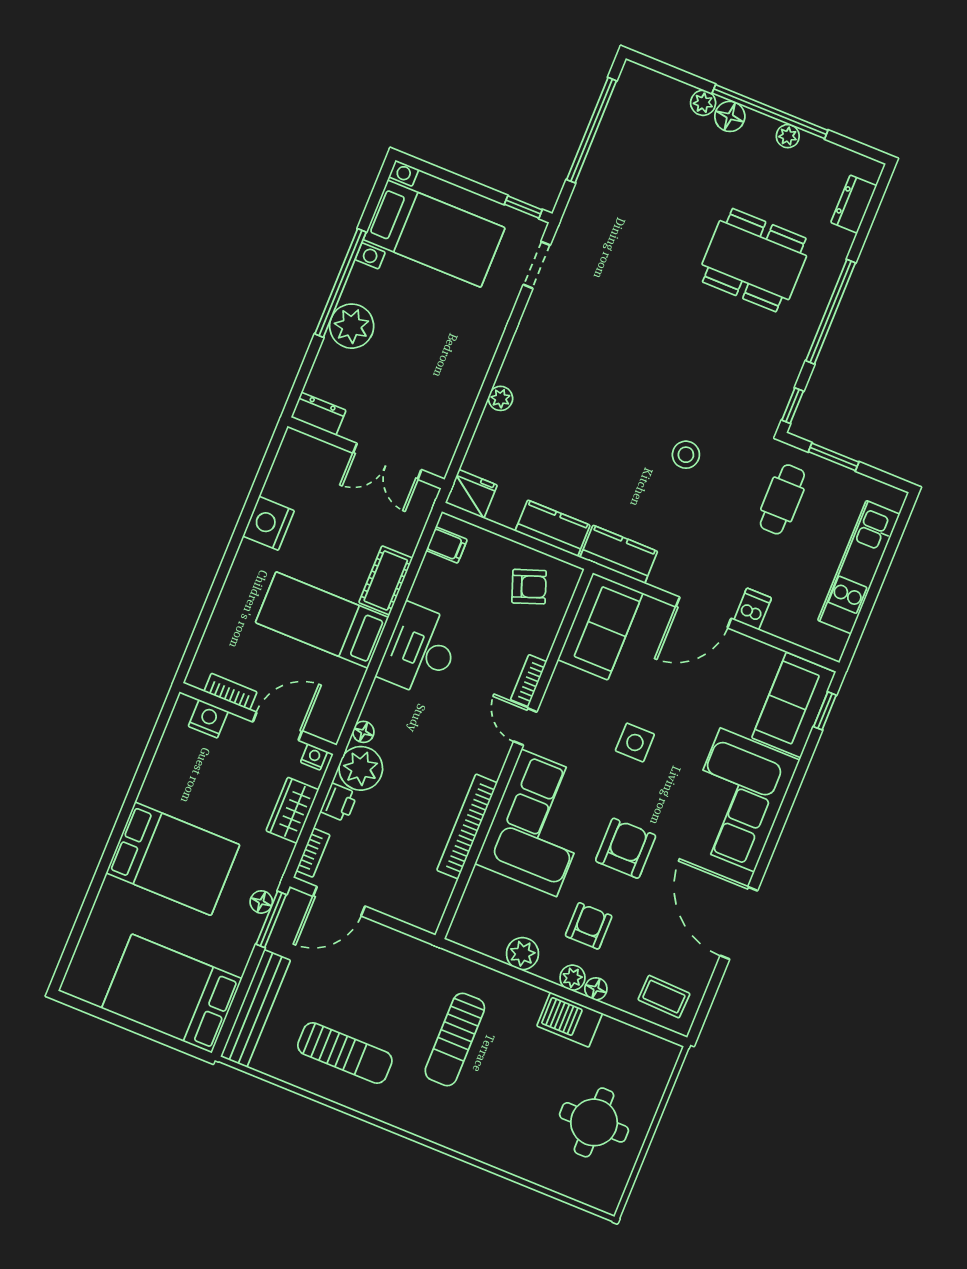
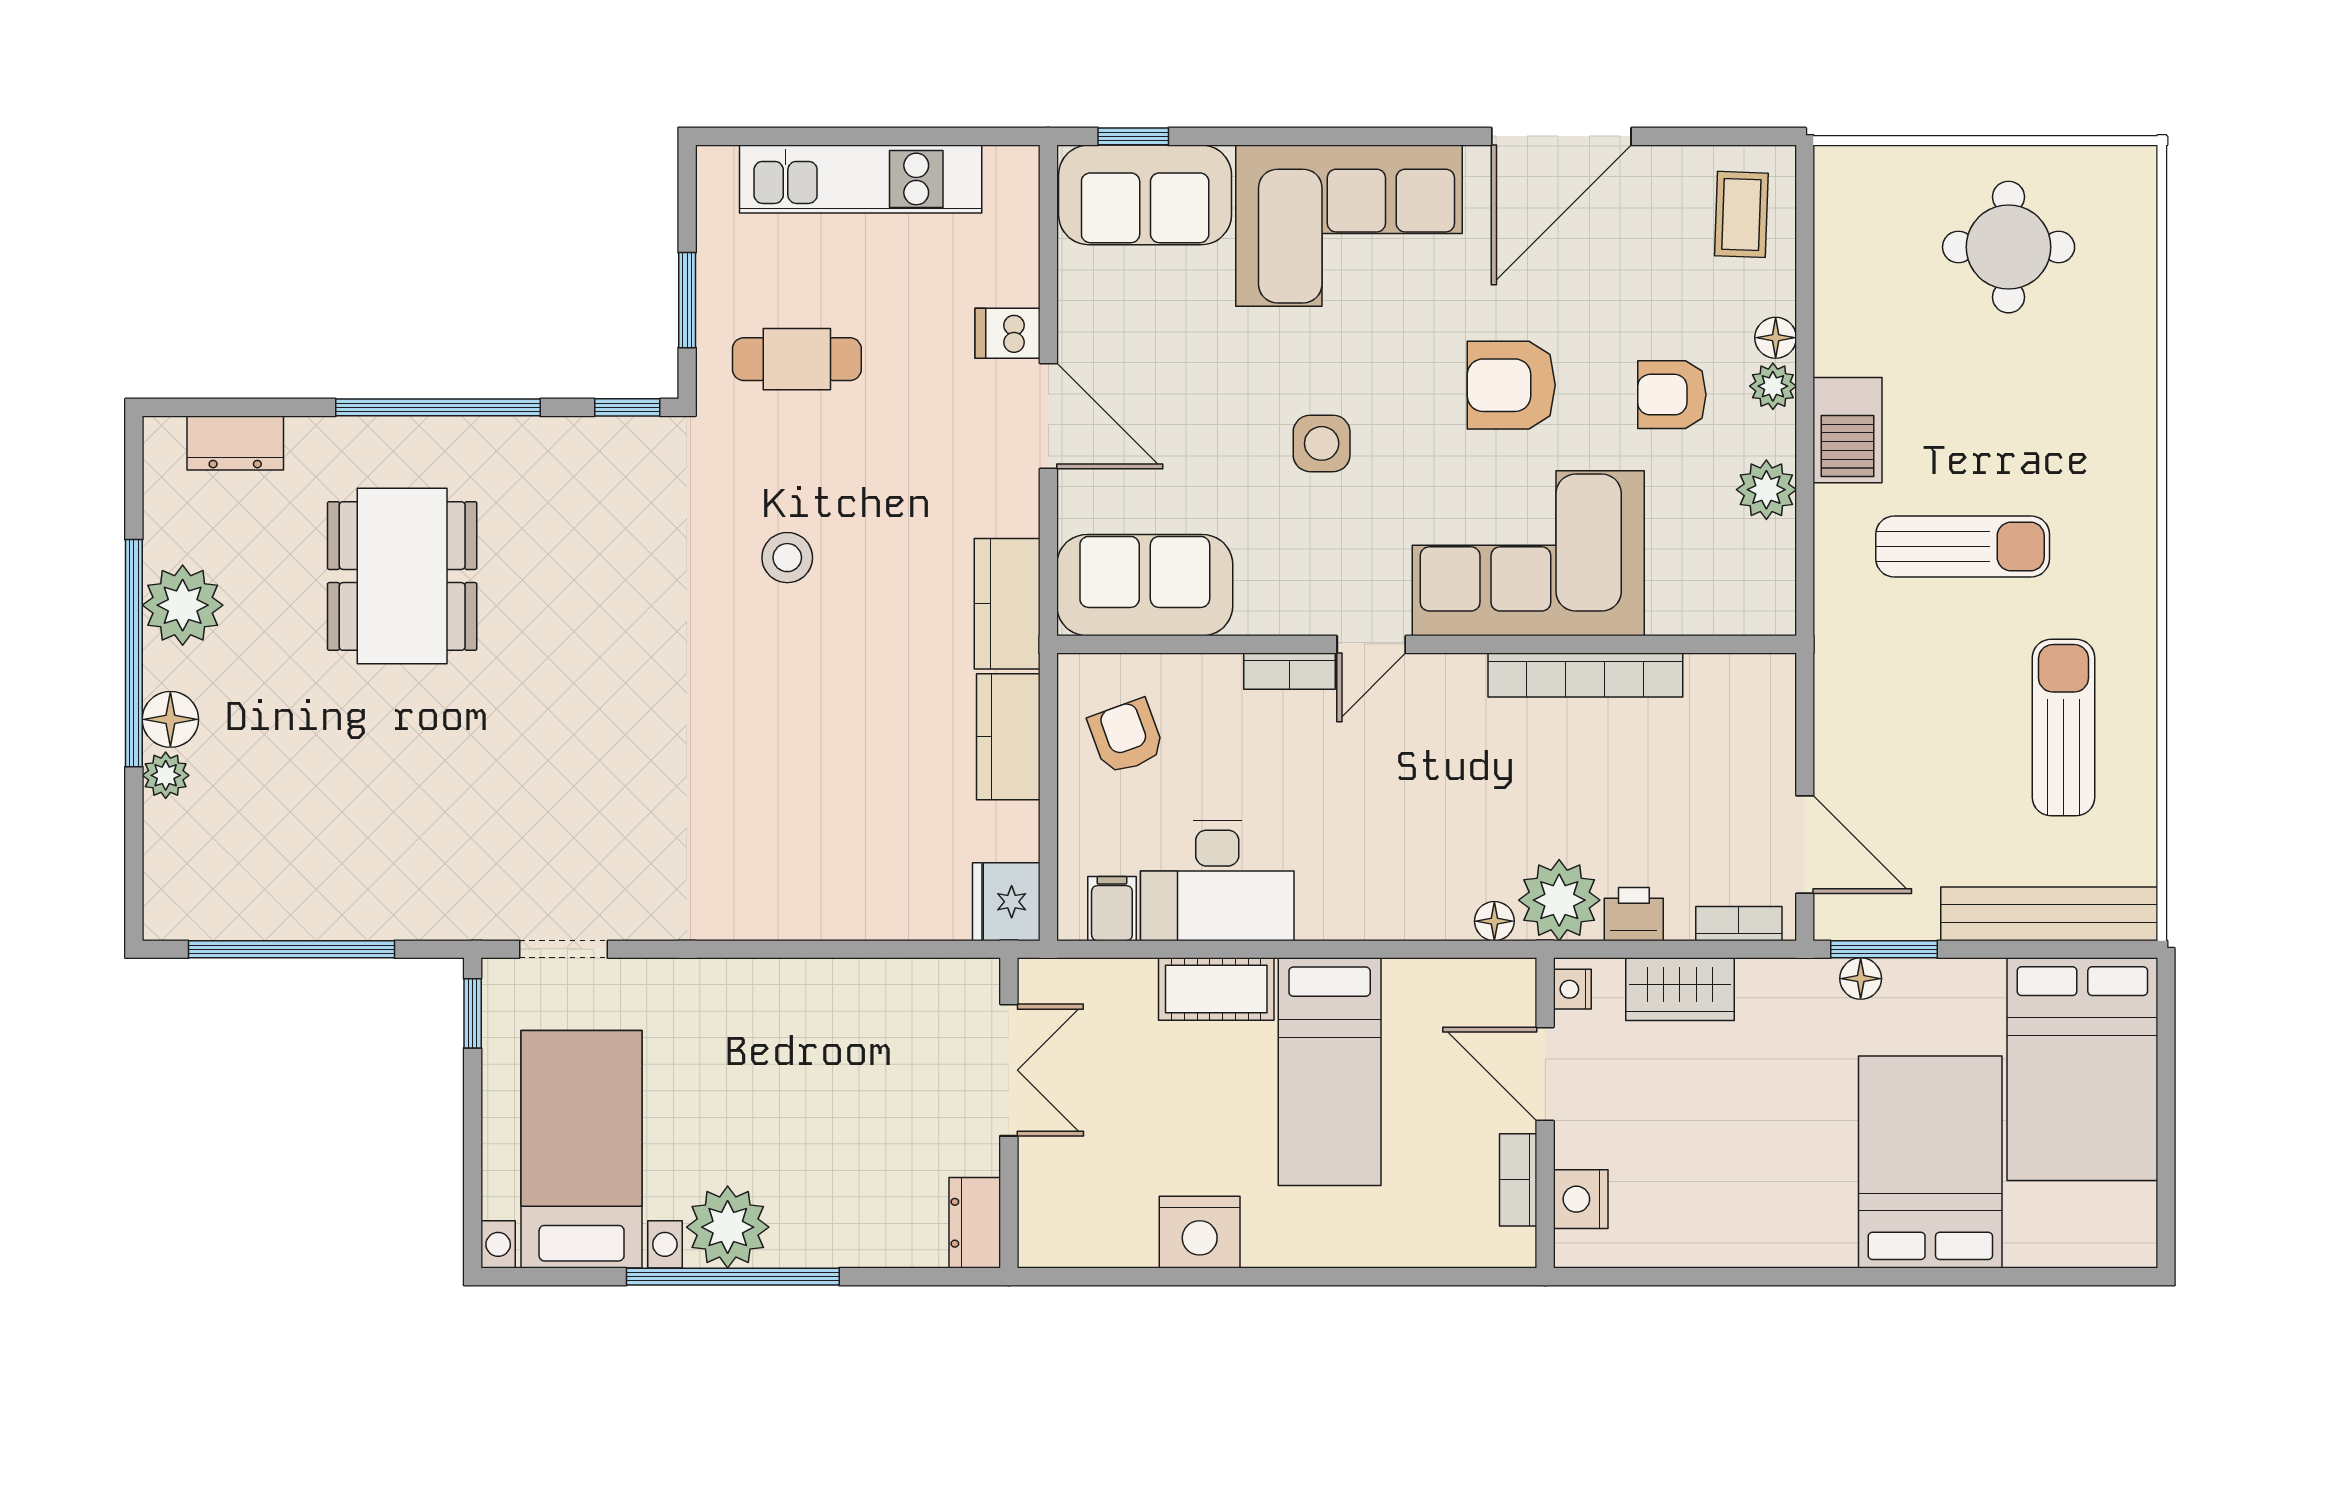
plant: (788, 136) -> (183, 605), width x1.87, depth x1.87
plant: (352, 326) -> (728, 1227), moved
plant: (501, 398) -> (820, 918), removed
desk: (420, 650) -> (1217, 881), moved
bed: (173, 859) -> (1930, 1162), moved
barbecue: (570, 1020) -> (1848, 430), moved

